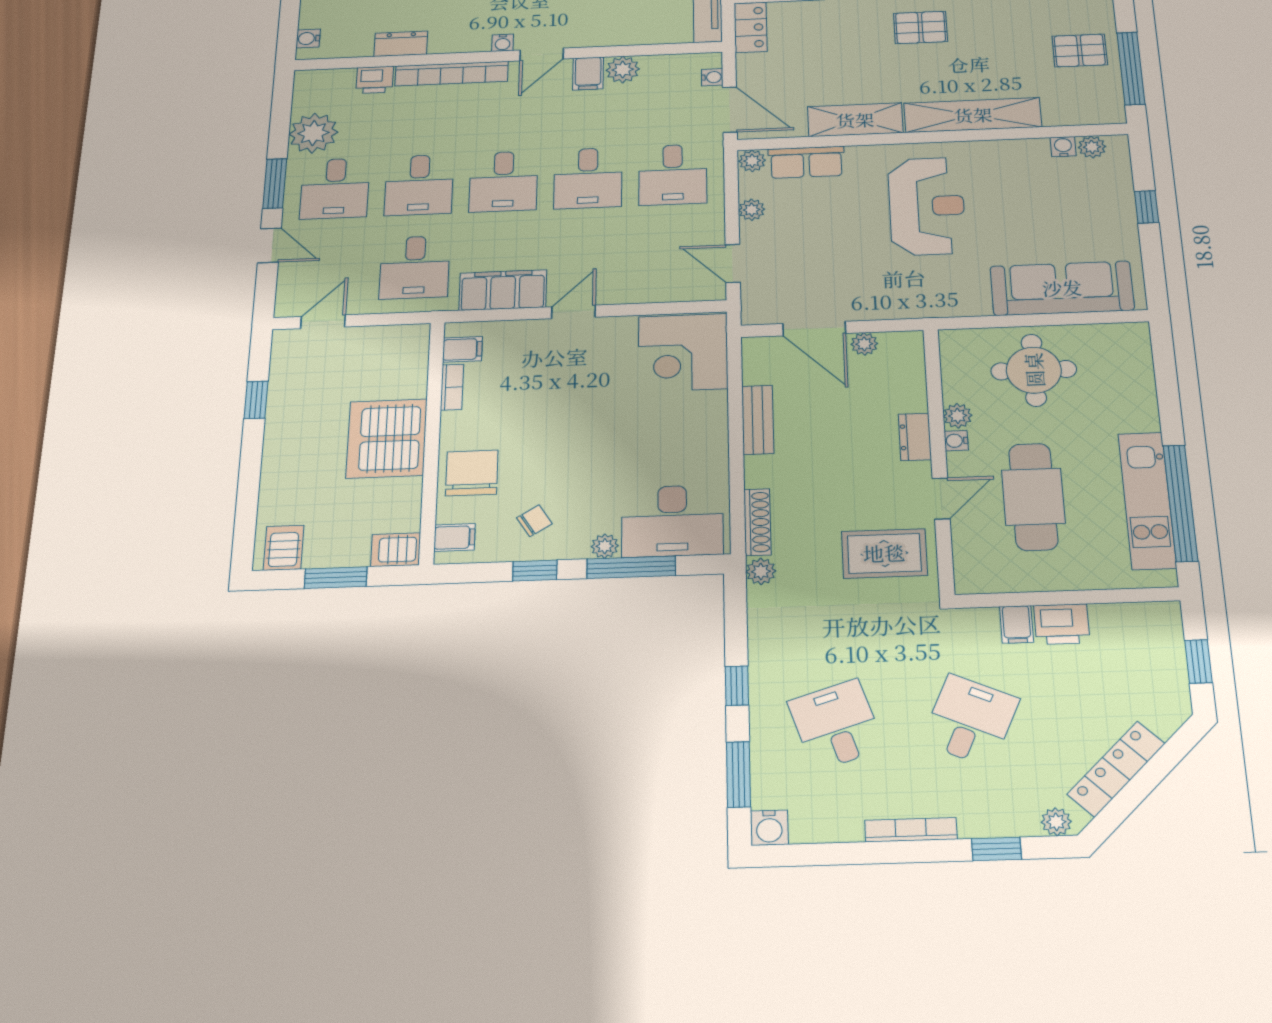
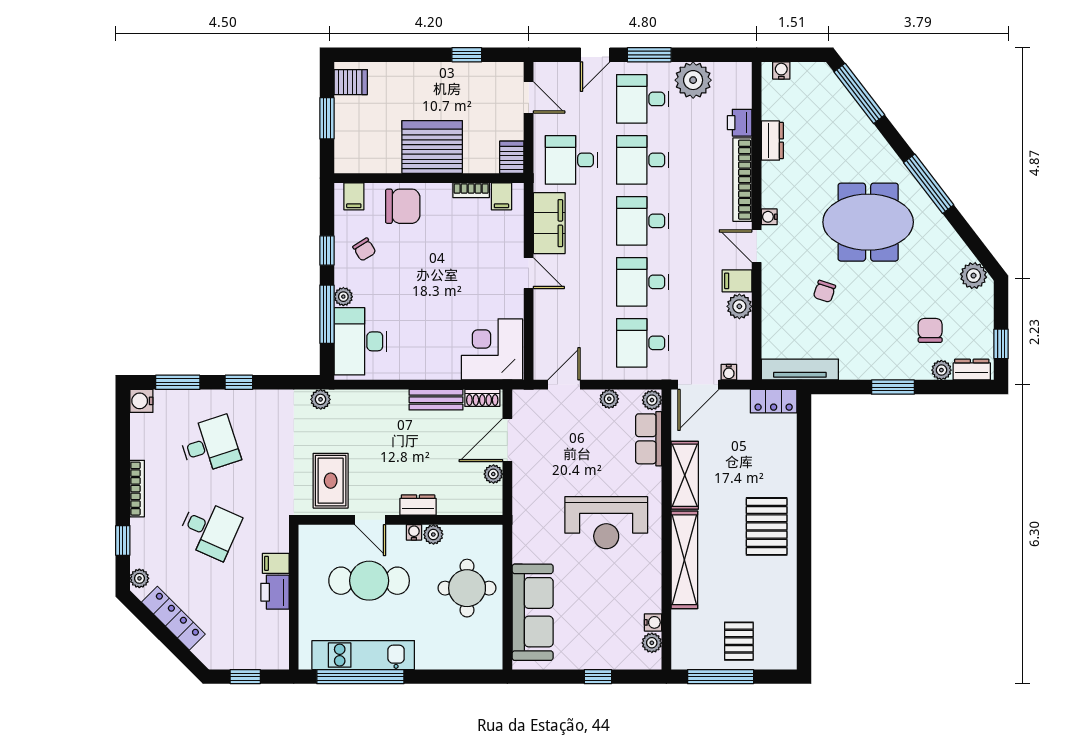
pallet: (920, 27) -> (767, 526), width x1.50, depth x1.42
shoe rack: (757, 522) -> (482, 398), moved, width x0.70
server rack: (396, 550) -> (512, 157), moved

